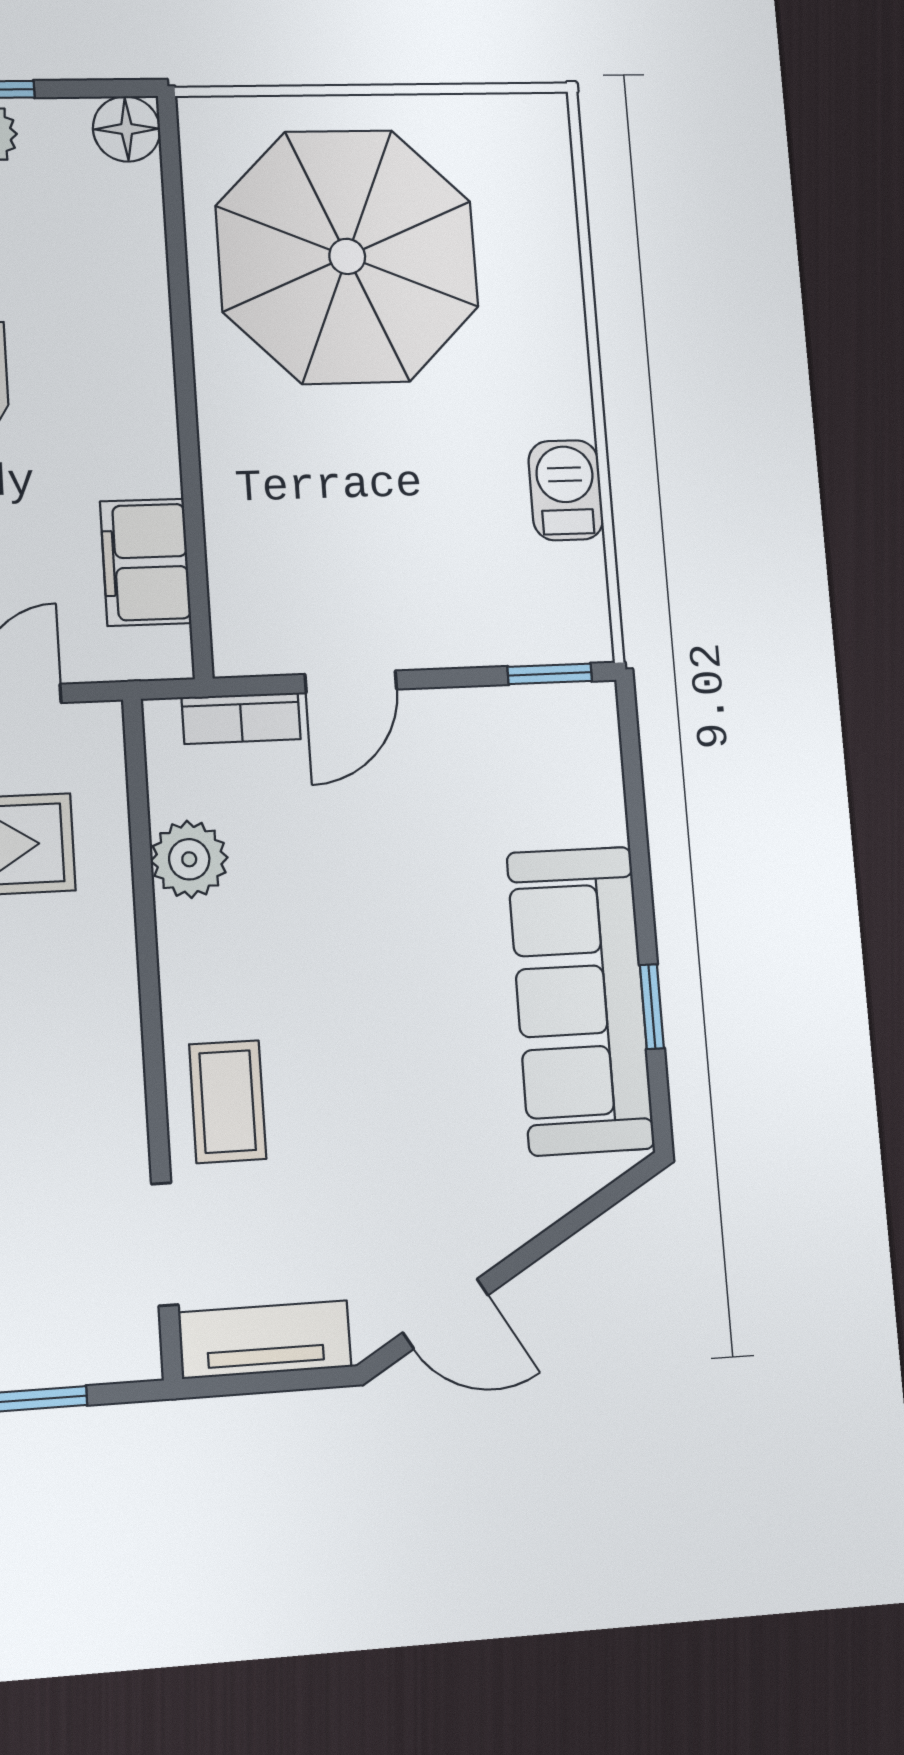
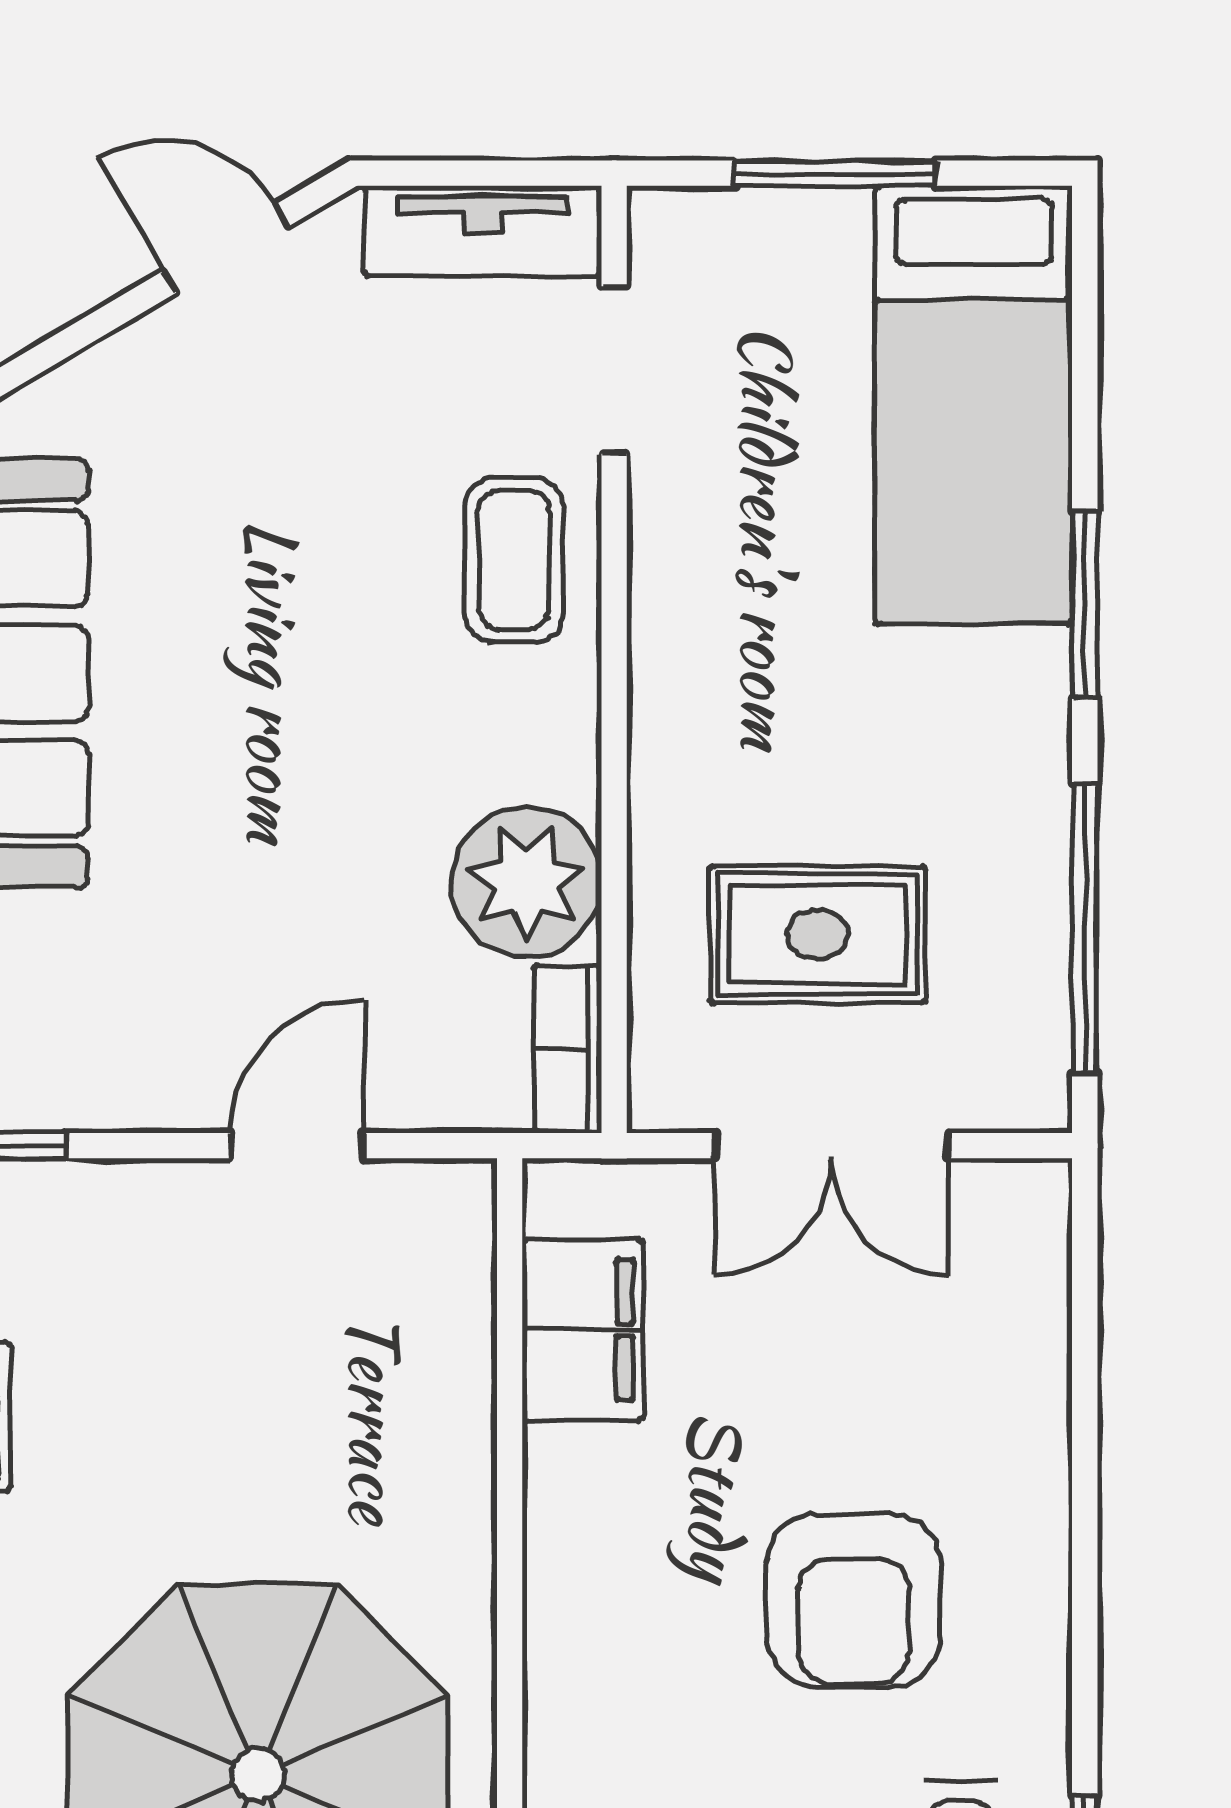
bookcase: (241, 718) -> (568, 1049), moved, turned -90
plant: (189, 859) -> (527, 882), width x1.36, depth x1.36

